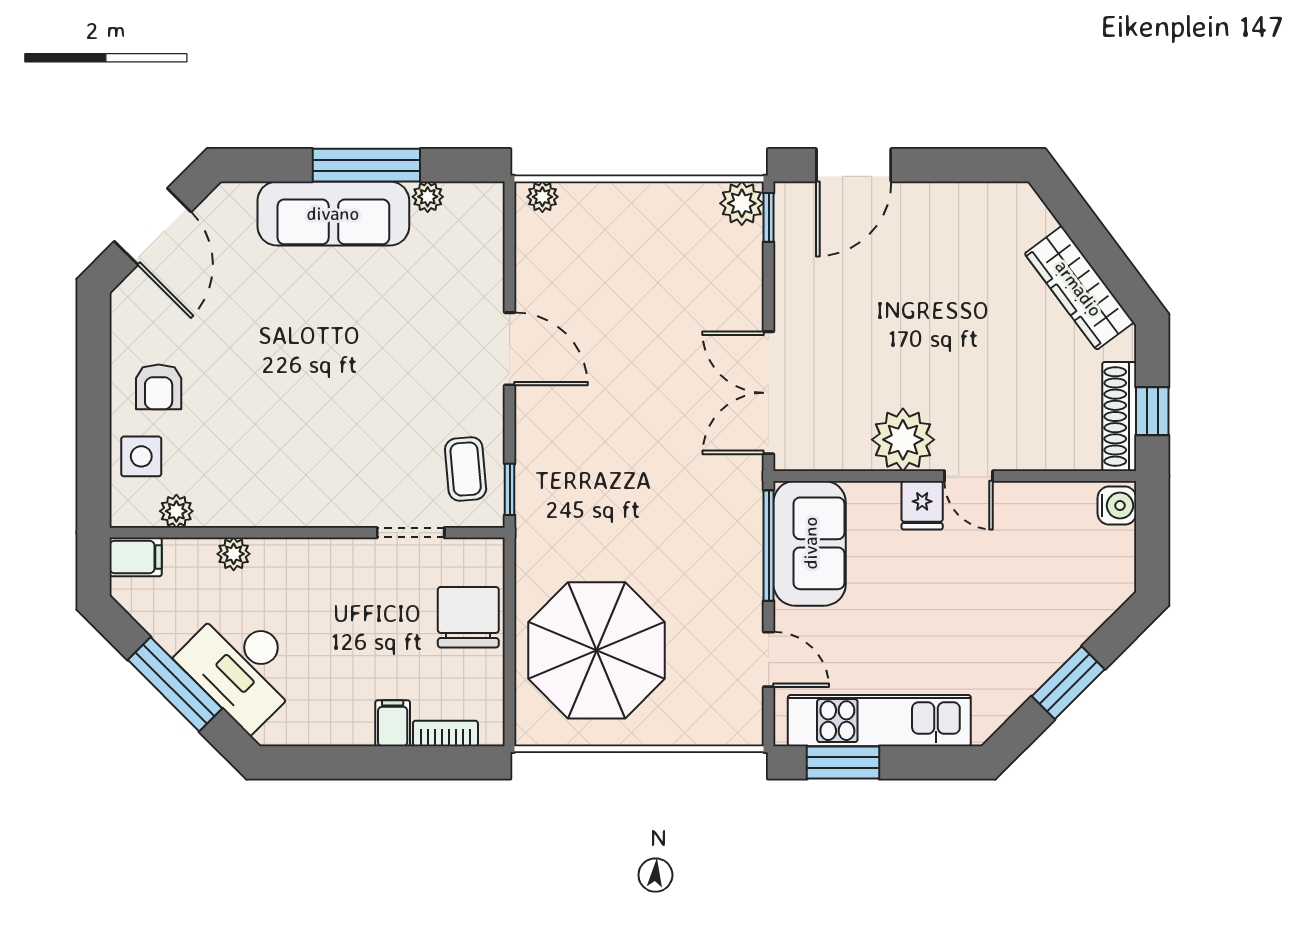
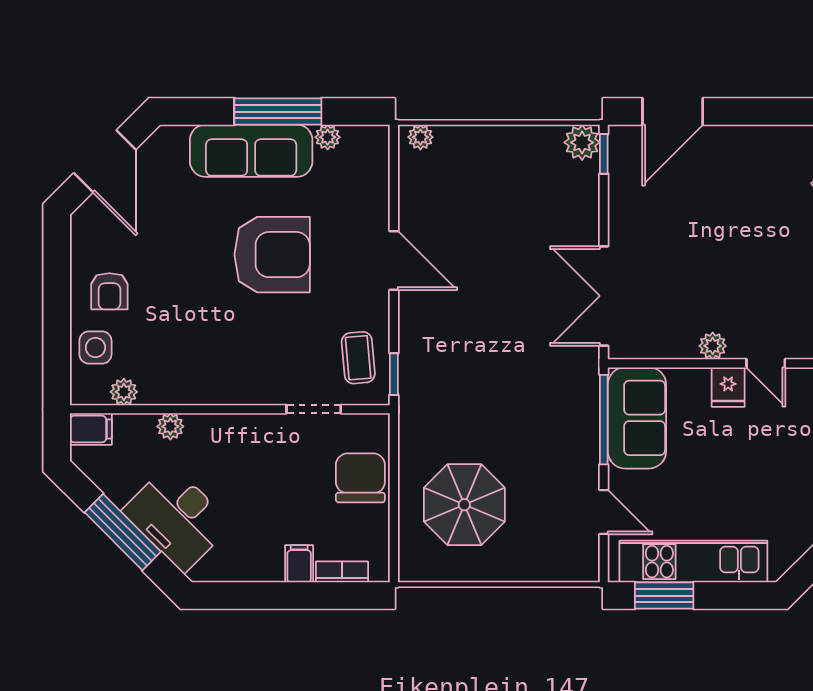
armchair: (359, 342) -> (272, 255), added
plant: (903, 440) -> (713, 346), width x0.53, depth x0.53
parasol: (597, 650) -> (464, 505), width x0.73, depth x0.73

